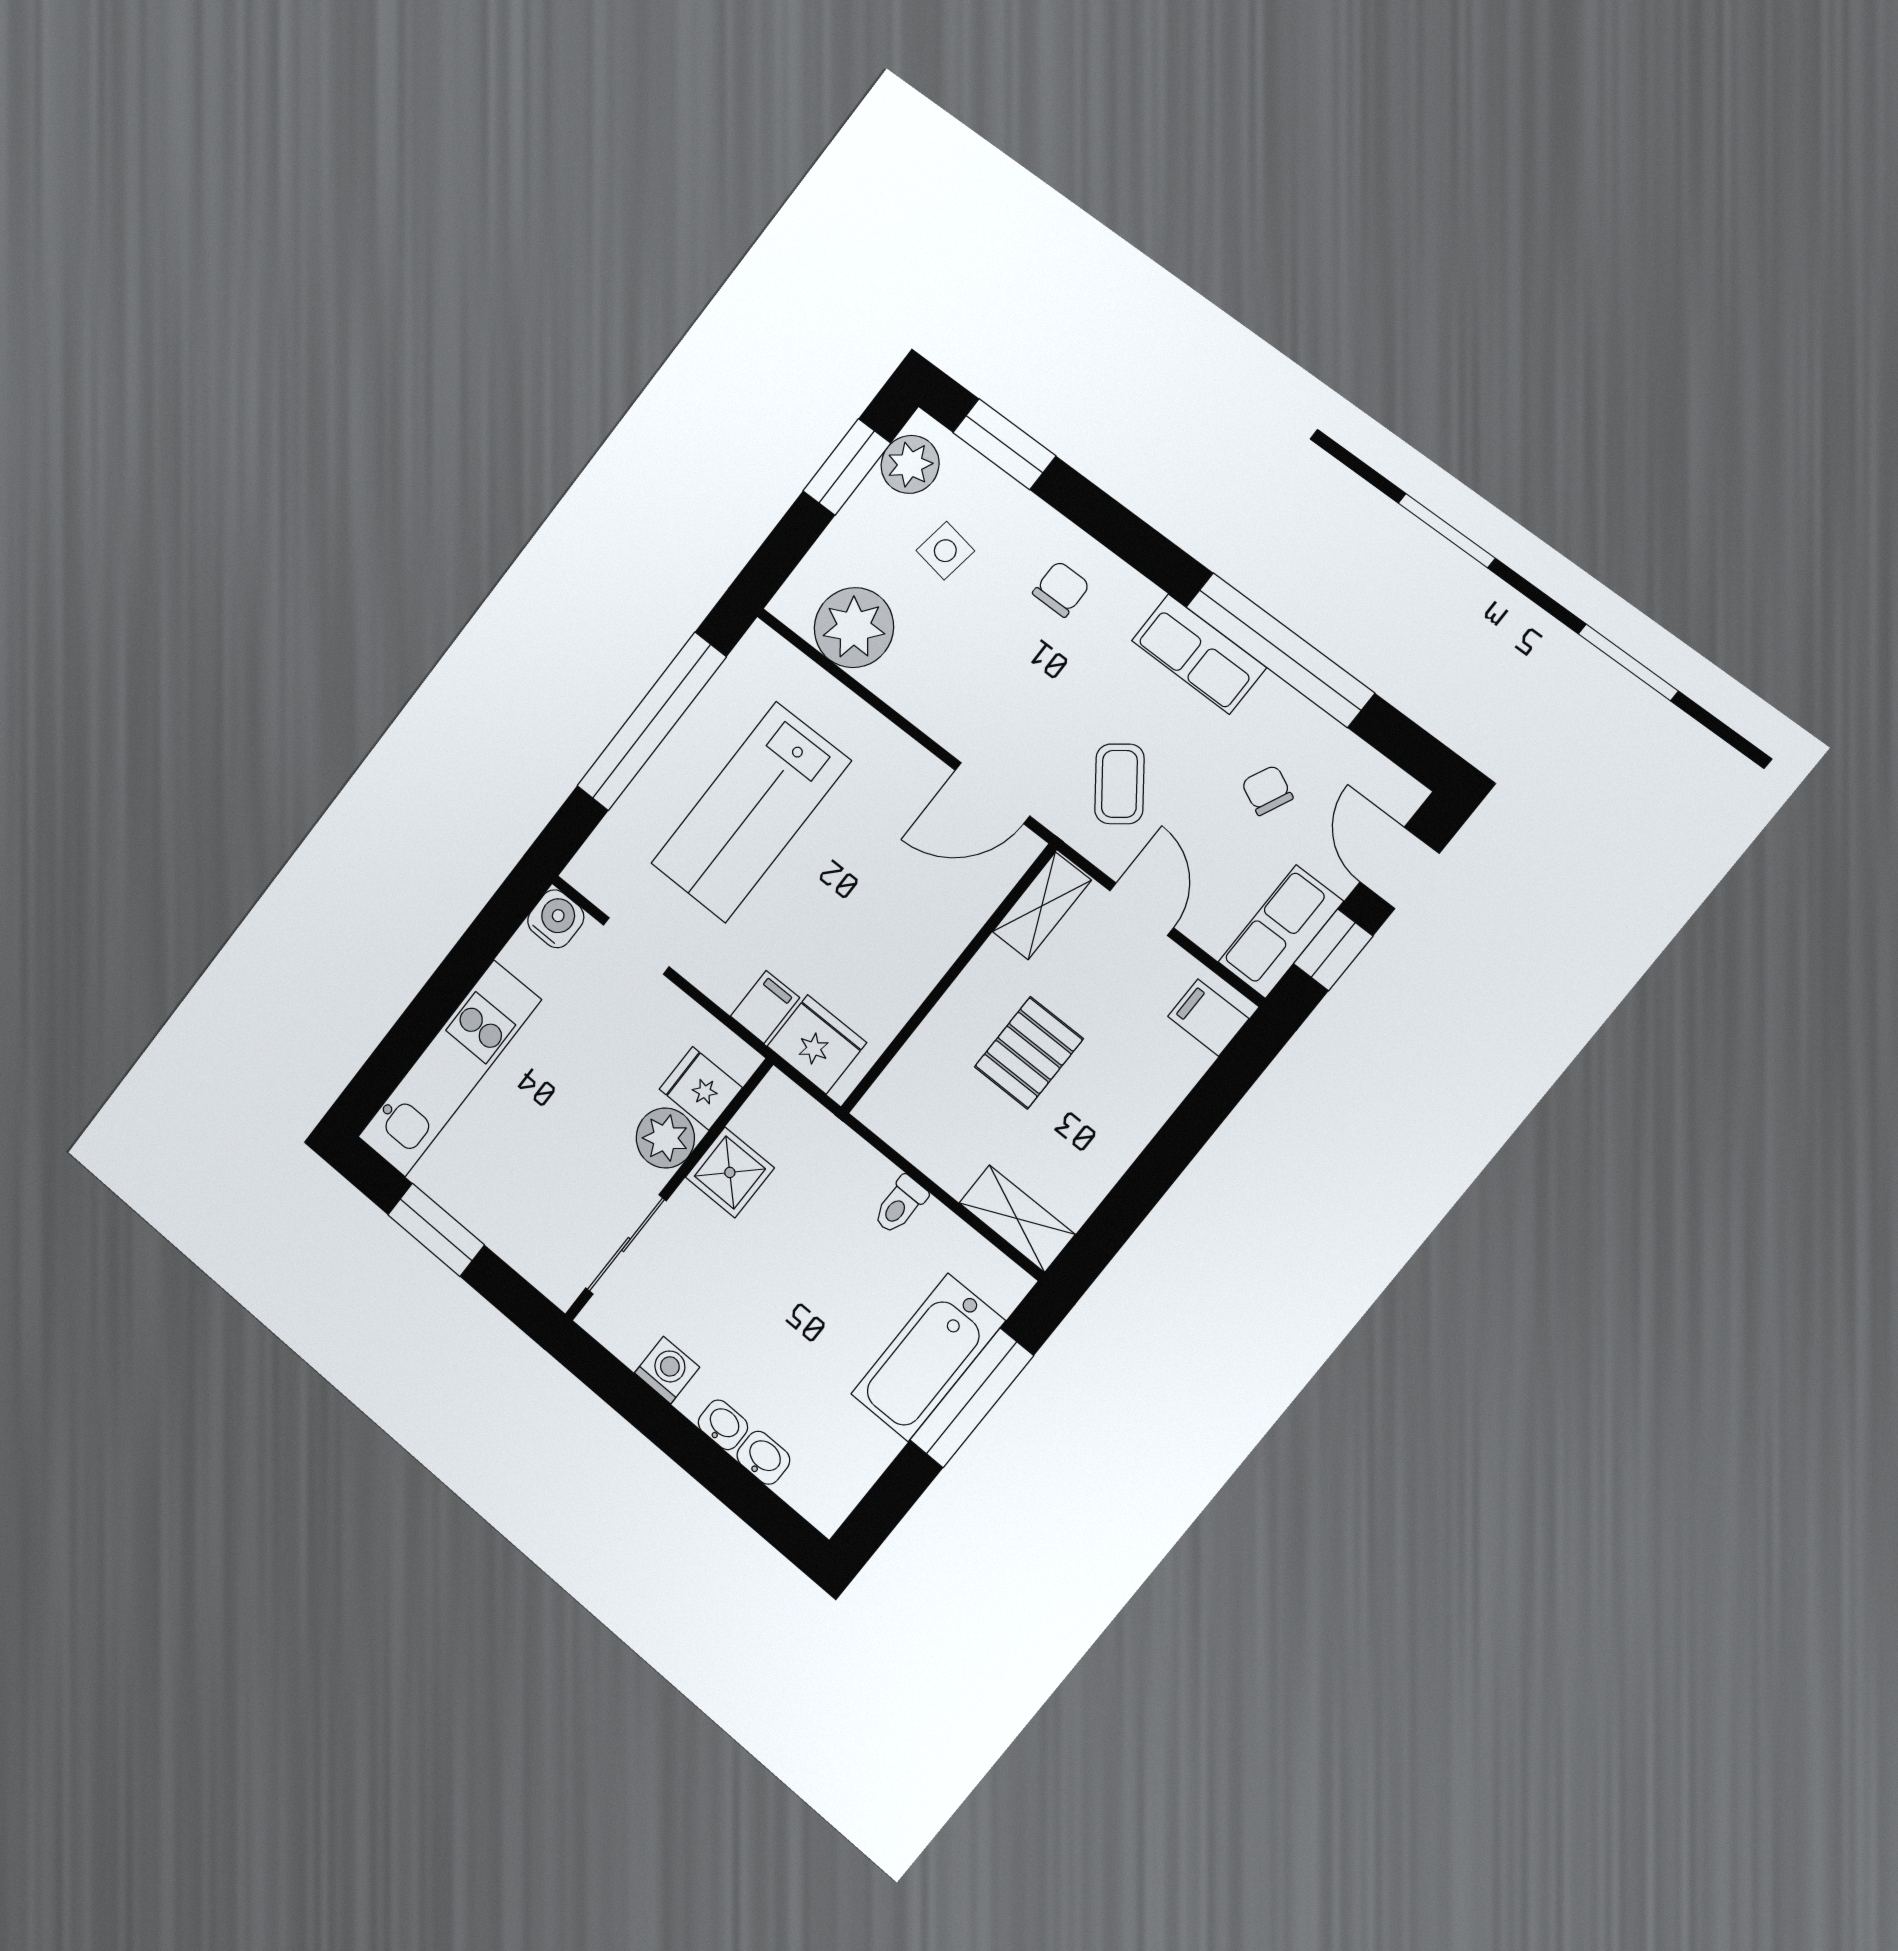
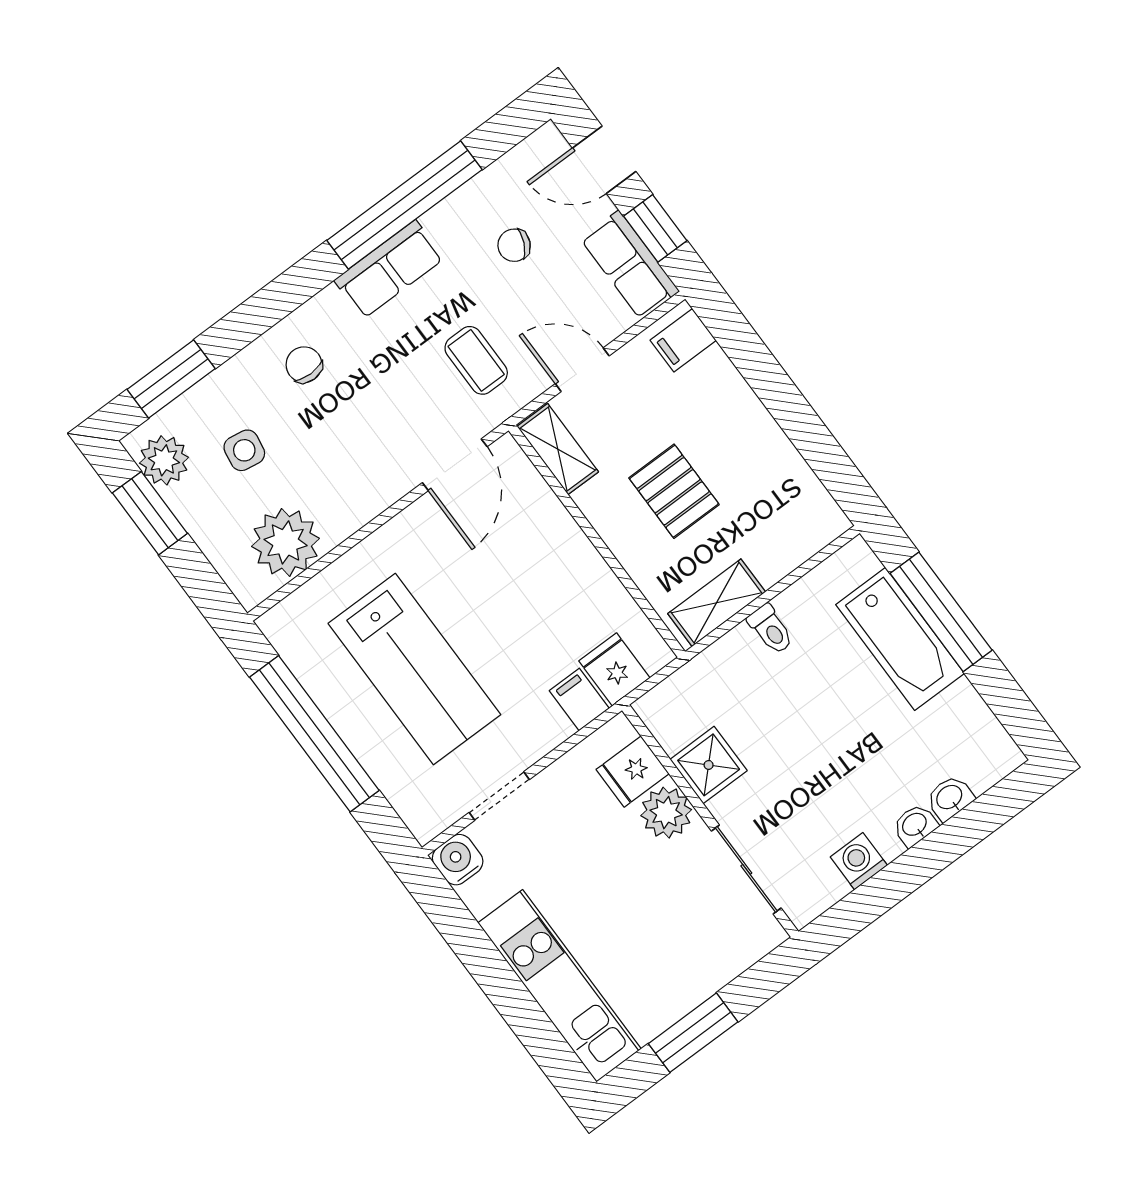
coffee table: (1119, 784) -> (476, 360), turned 37
fridge: (817, 1044) -> (614, 669), width x0.72
shelving: (1017, 1219) -> (717, 603), moved

